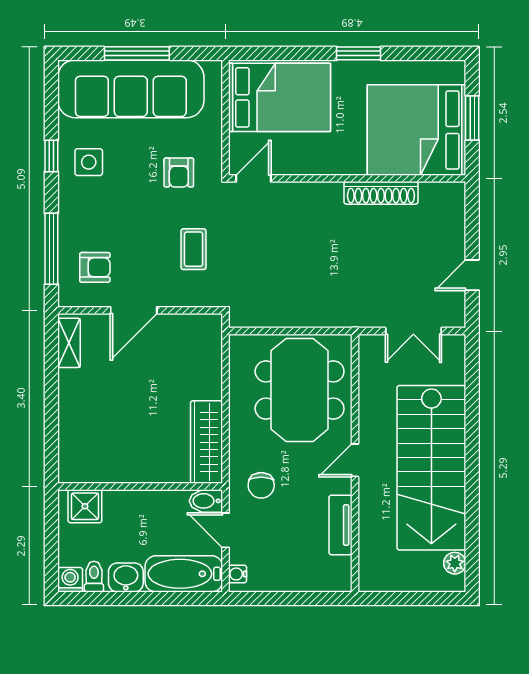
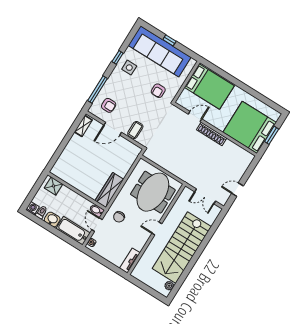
window: (137, 53) -> (169, 40), width x0.46
window: (359, 53) -> (246, 88), removed
door: (254, 178) -> (195, 117), moved
shoe rack: (381, 193) -> (212, 134), moved
coffee table: (194, 249) -> (135, 130), moved
tv unit: (340, 525) -> (130, 261), moved

